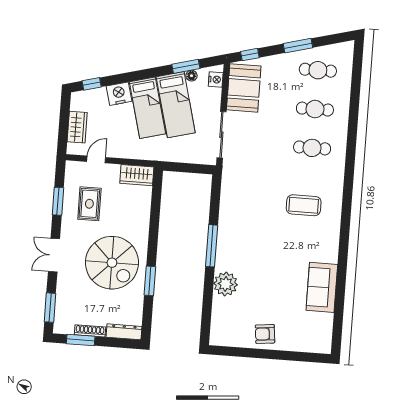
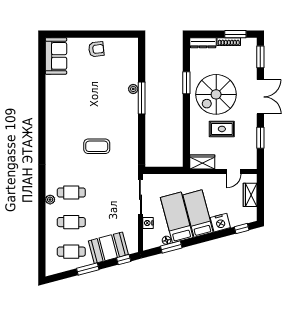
nightstand: (216, 80) -> (148, 223), moved
booth: (244, 88) -> (108, 248), moved, turned 75
plant: (341, 141) -> (50, 200), added
rug: (89, 204) -> (222, 129), moved, turned 90
coffee table: (304, 205) -> (97, 146), moved
window: (212, 246) -> (142, 98), moved
double door: (54, 255) -> (260, 97), width x1.37
spiral stairs: (112, 263) -> (216, 94), turned -90
plant: (226, 284) -> (133, 89), width x0.53, depth x0.53
sofa: (322, 287) -> (56, 56), moved

